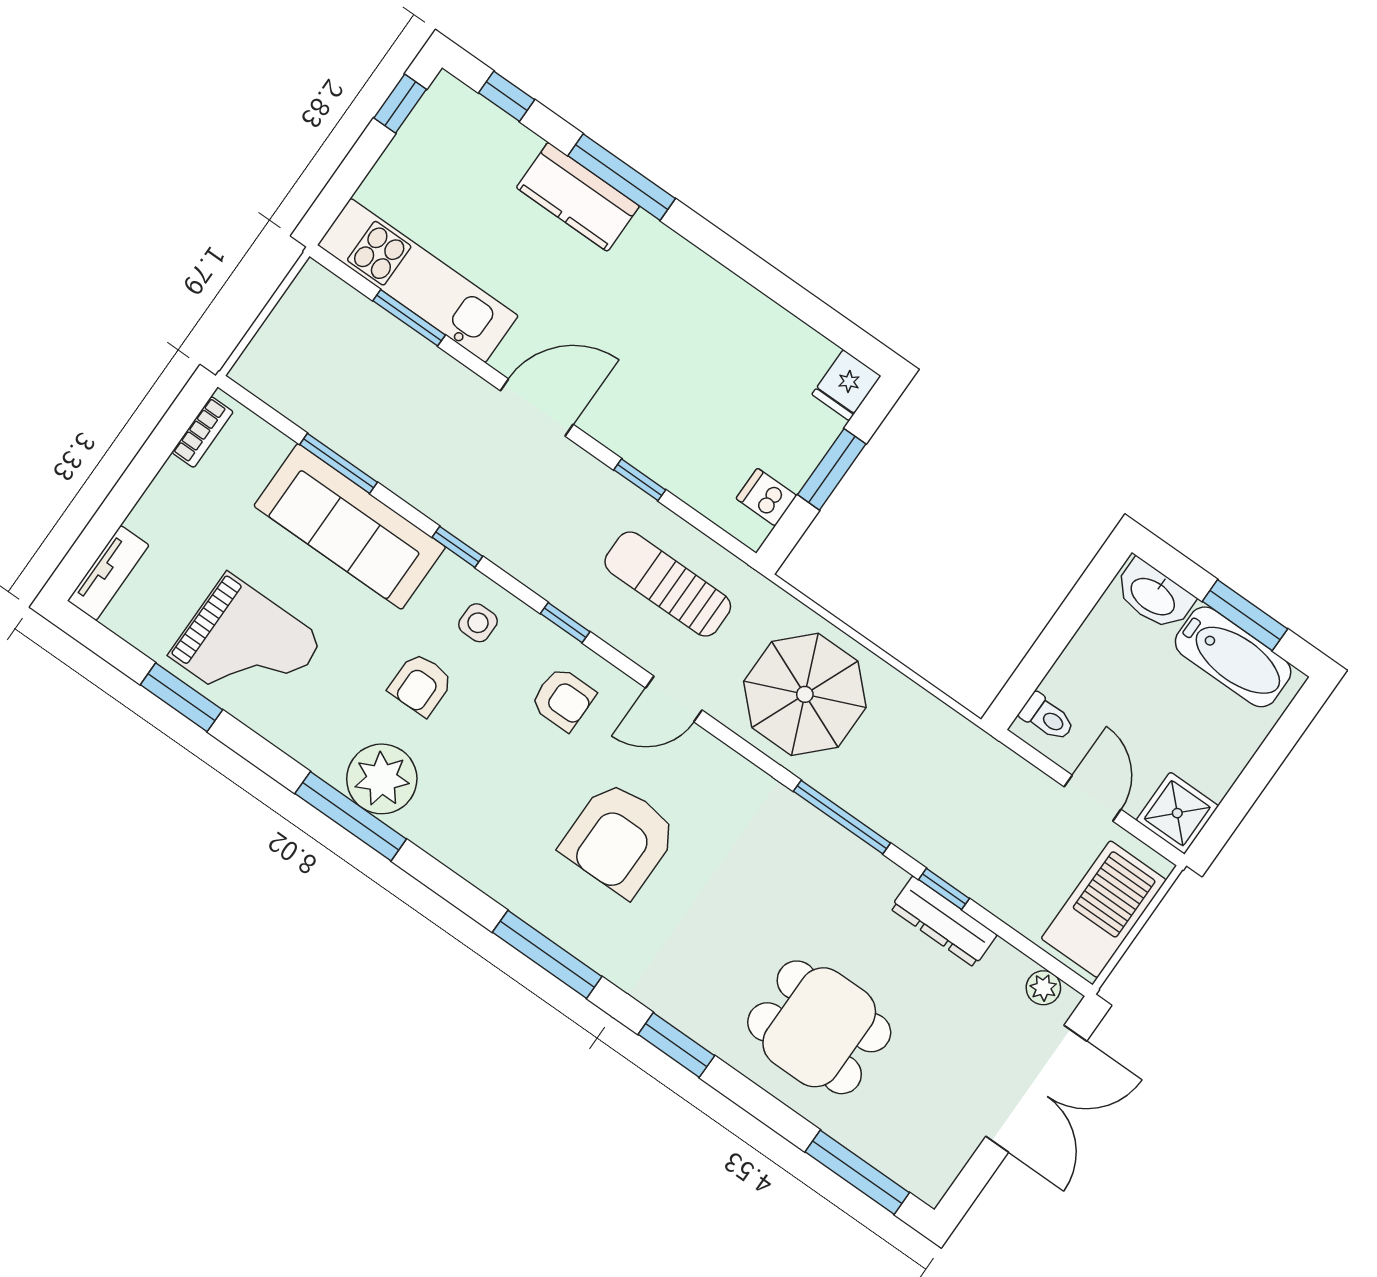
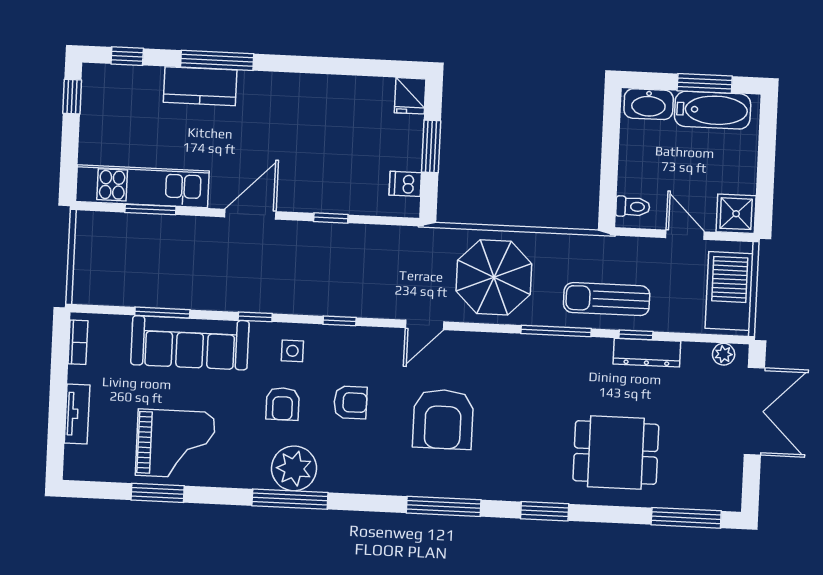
tv unit: (108, 573) -> (77, 414), moved
sun lounger: (668, 584) -> (607, 299), moved
armchair: (563, 699) -> (350, 402), moved

